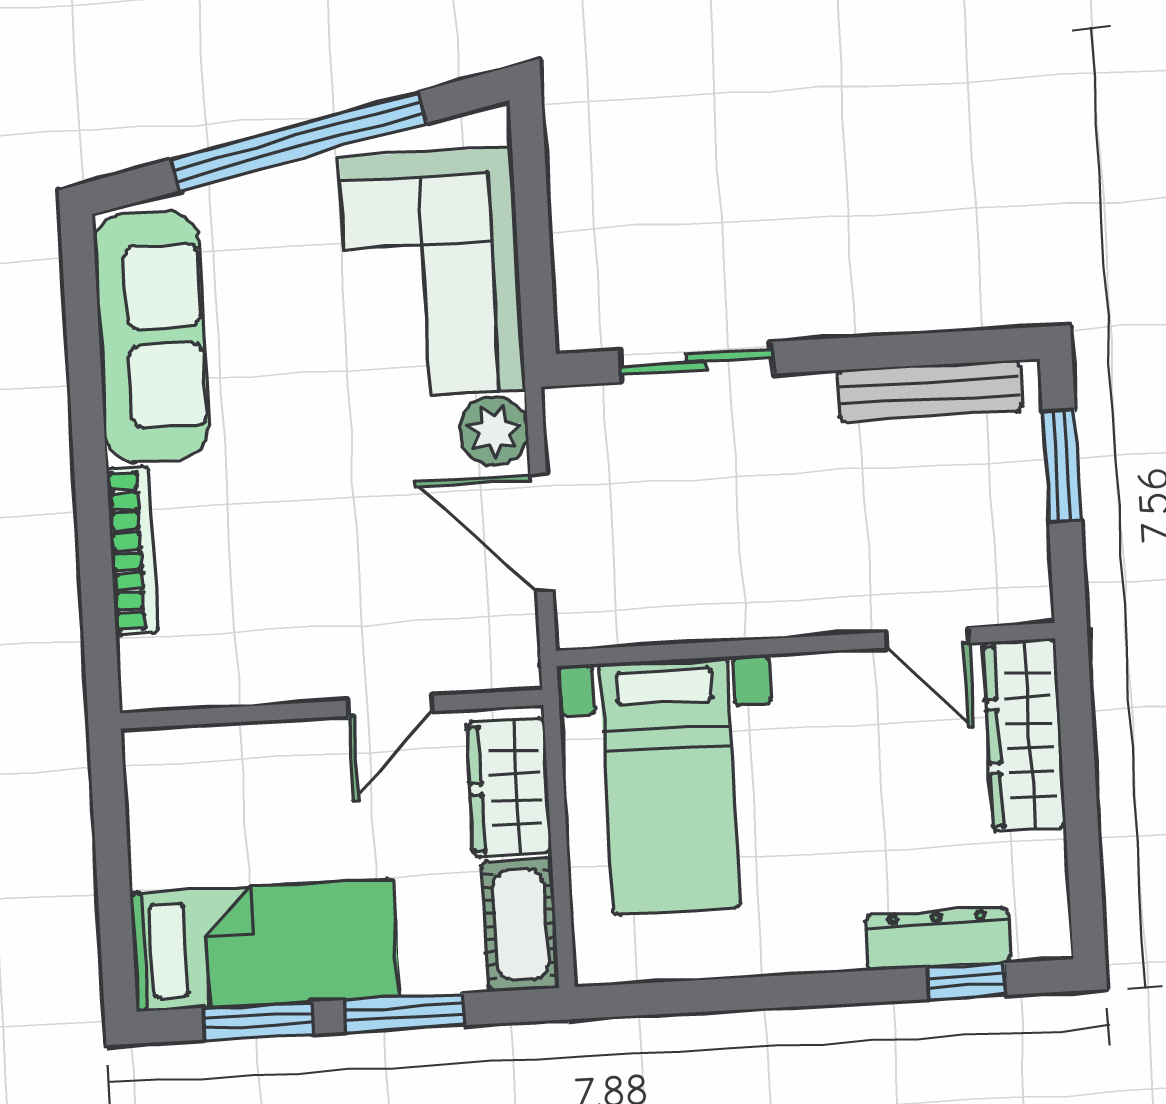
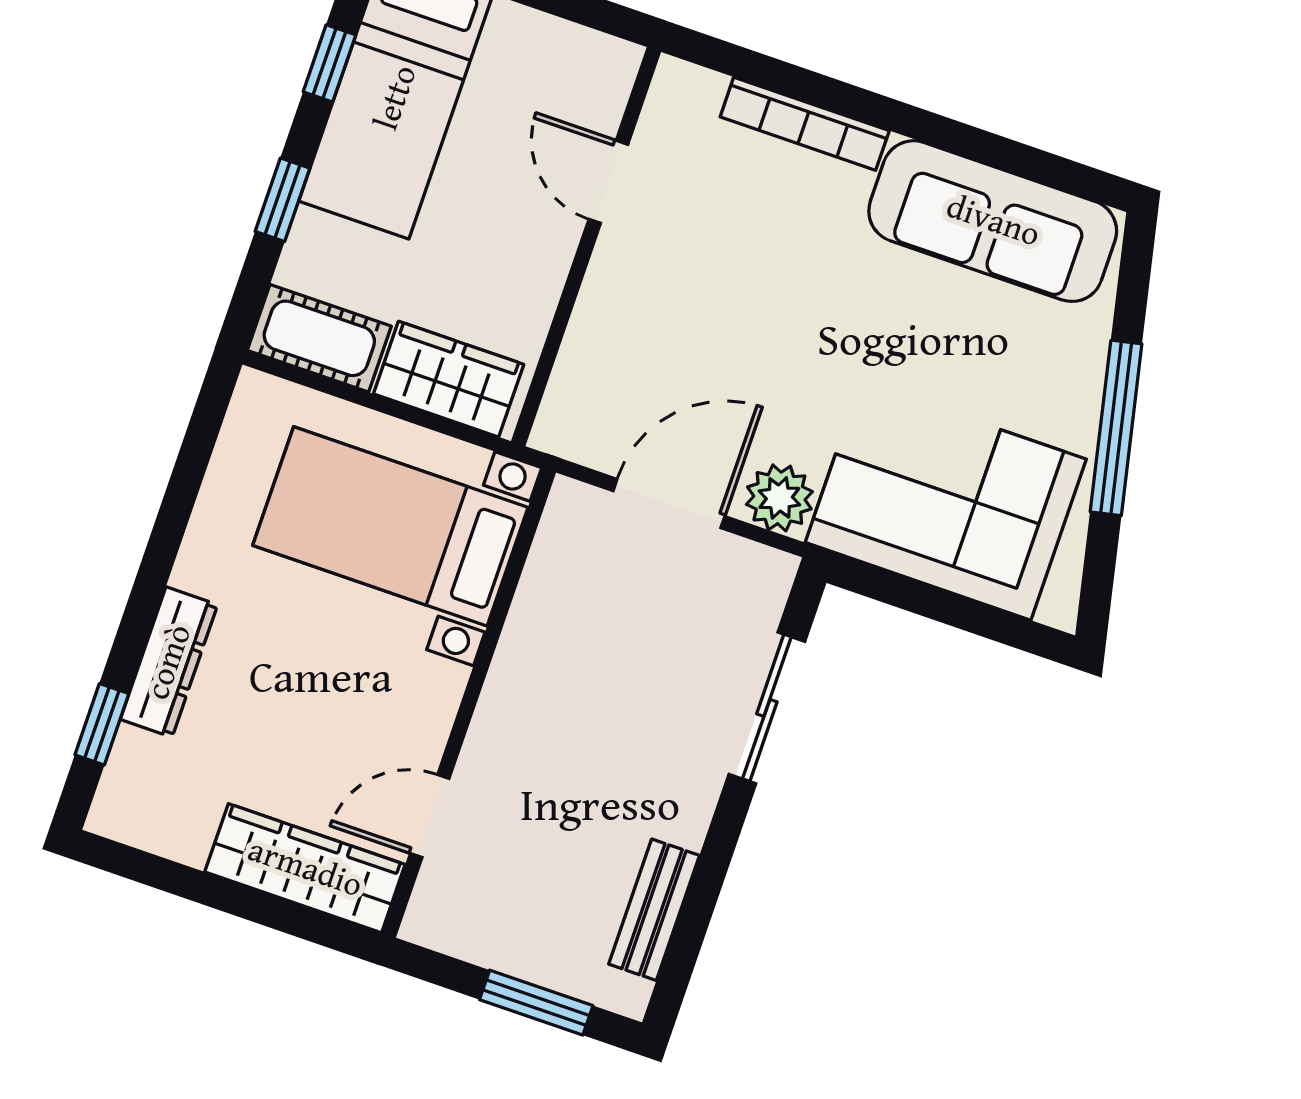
window: (299, 141) -> (1116, 428), width x0.68
bench: (929, 391) -> (654, 910), width x0.73
door: (390, 706) -> (608, 182), moved
dresser: (938, 939) -> (169, 662), moved
window: (404, 1013) -> (283, 200), width x0.67
window: (258, 1021) -> (329, 63), width x0.67

